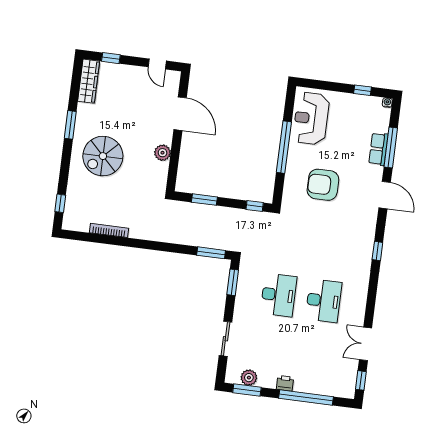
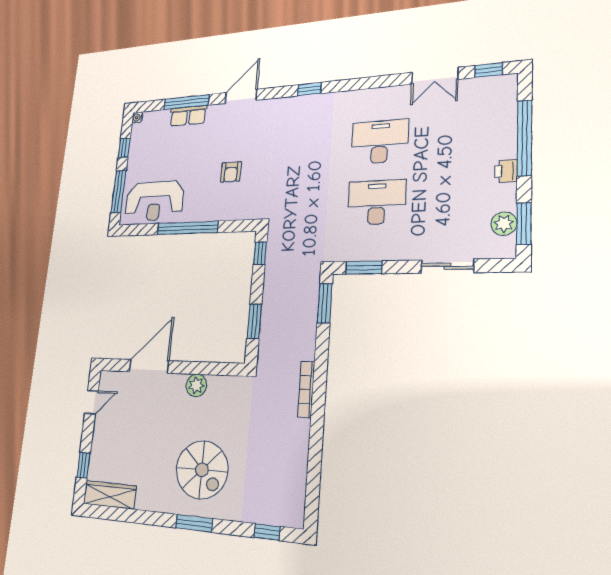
window: (325, 85) -> (119, 191), added
window: (70, 125) -> (194, 523), moved
armchair: (323, 185) -> (231, 172), width x0.53, depth x0.53
bookcase: (109, 230) -> (306, 389), moved

